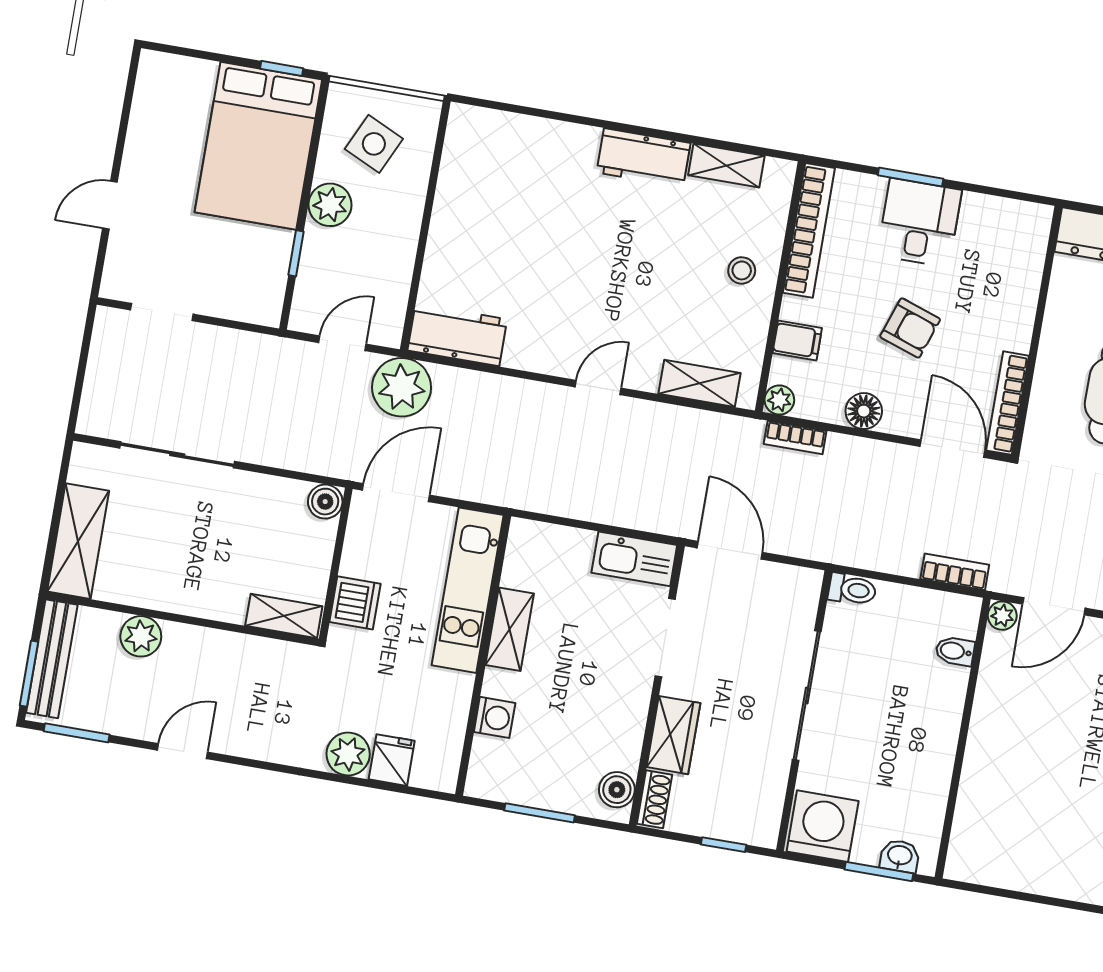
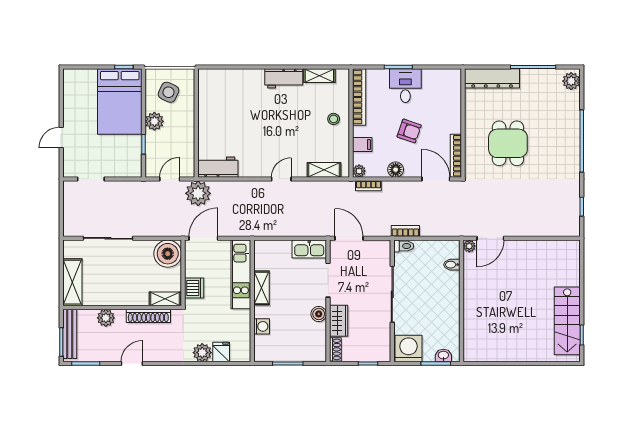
boiler: (325, 502) -> (168, 254), width x1.86, depth x1.86
bookcase: (955, 572) -> (405, 231), moved
shoe rack: (239, 649) -> (148, 316), added
boiler: (617, 790) -> (319, 314), moved

